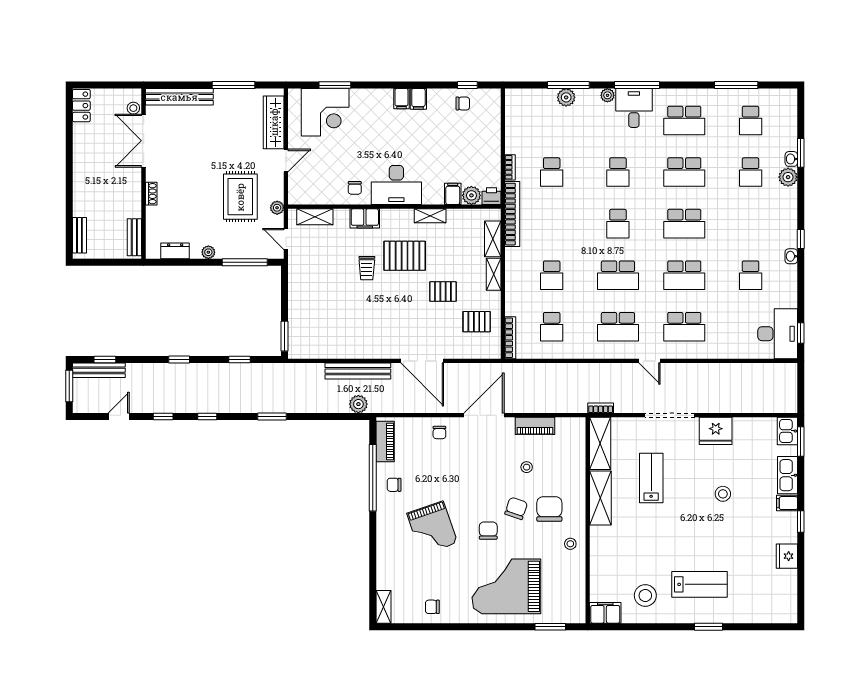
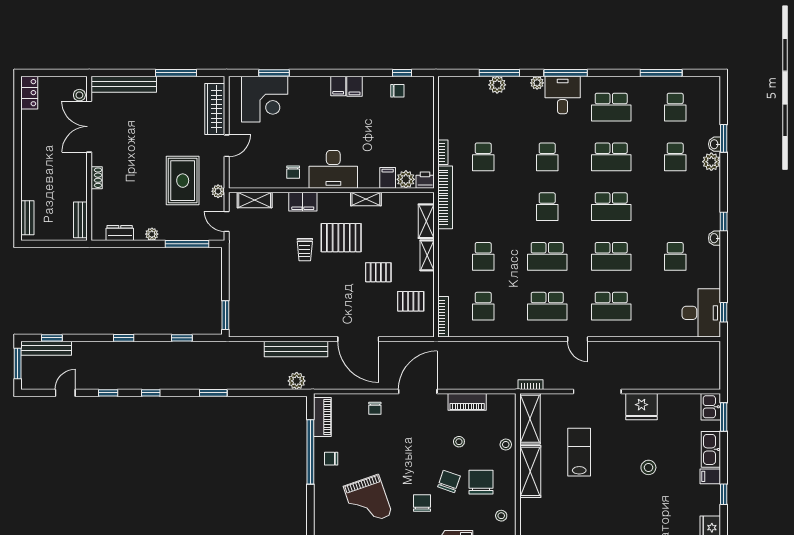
stool: (575, 470) -> (506, 445), added

